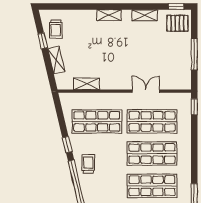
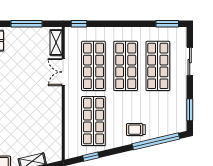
shelving: (87, 84) -> (56, 42), moved
window: (67, 145) -> (91, 157), moved

